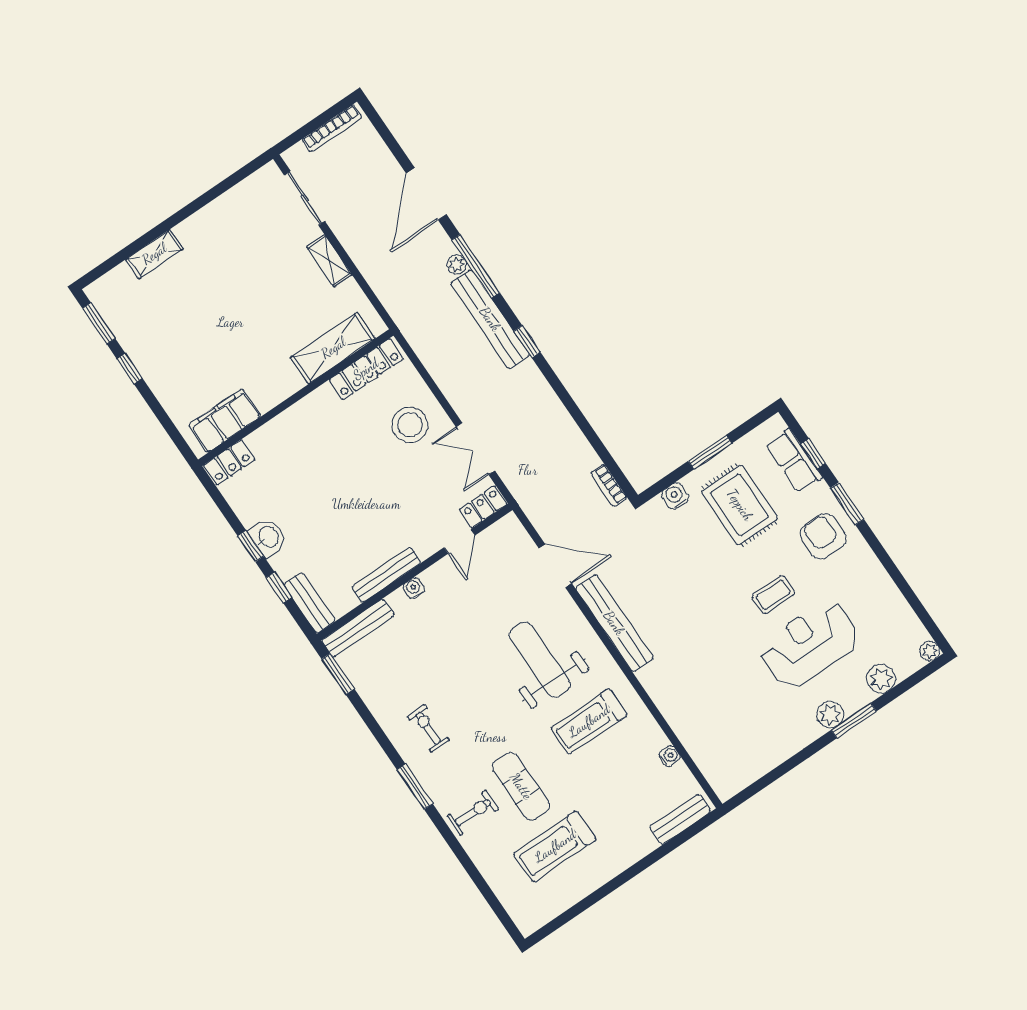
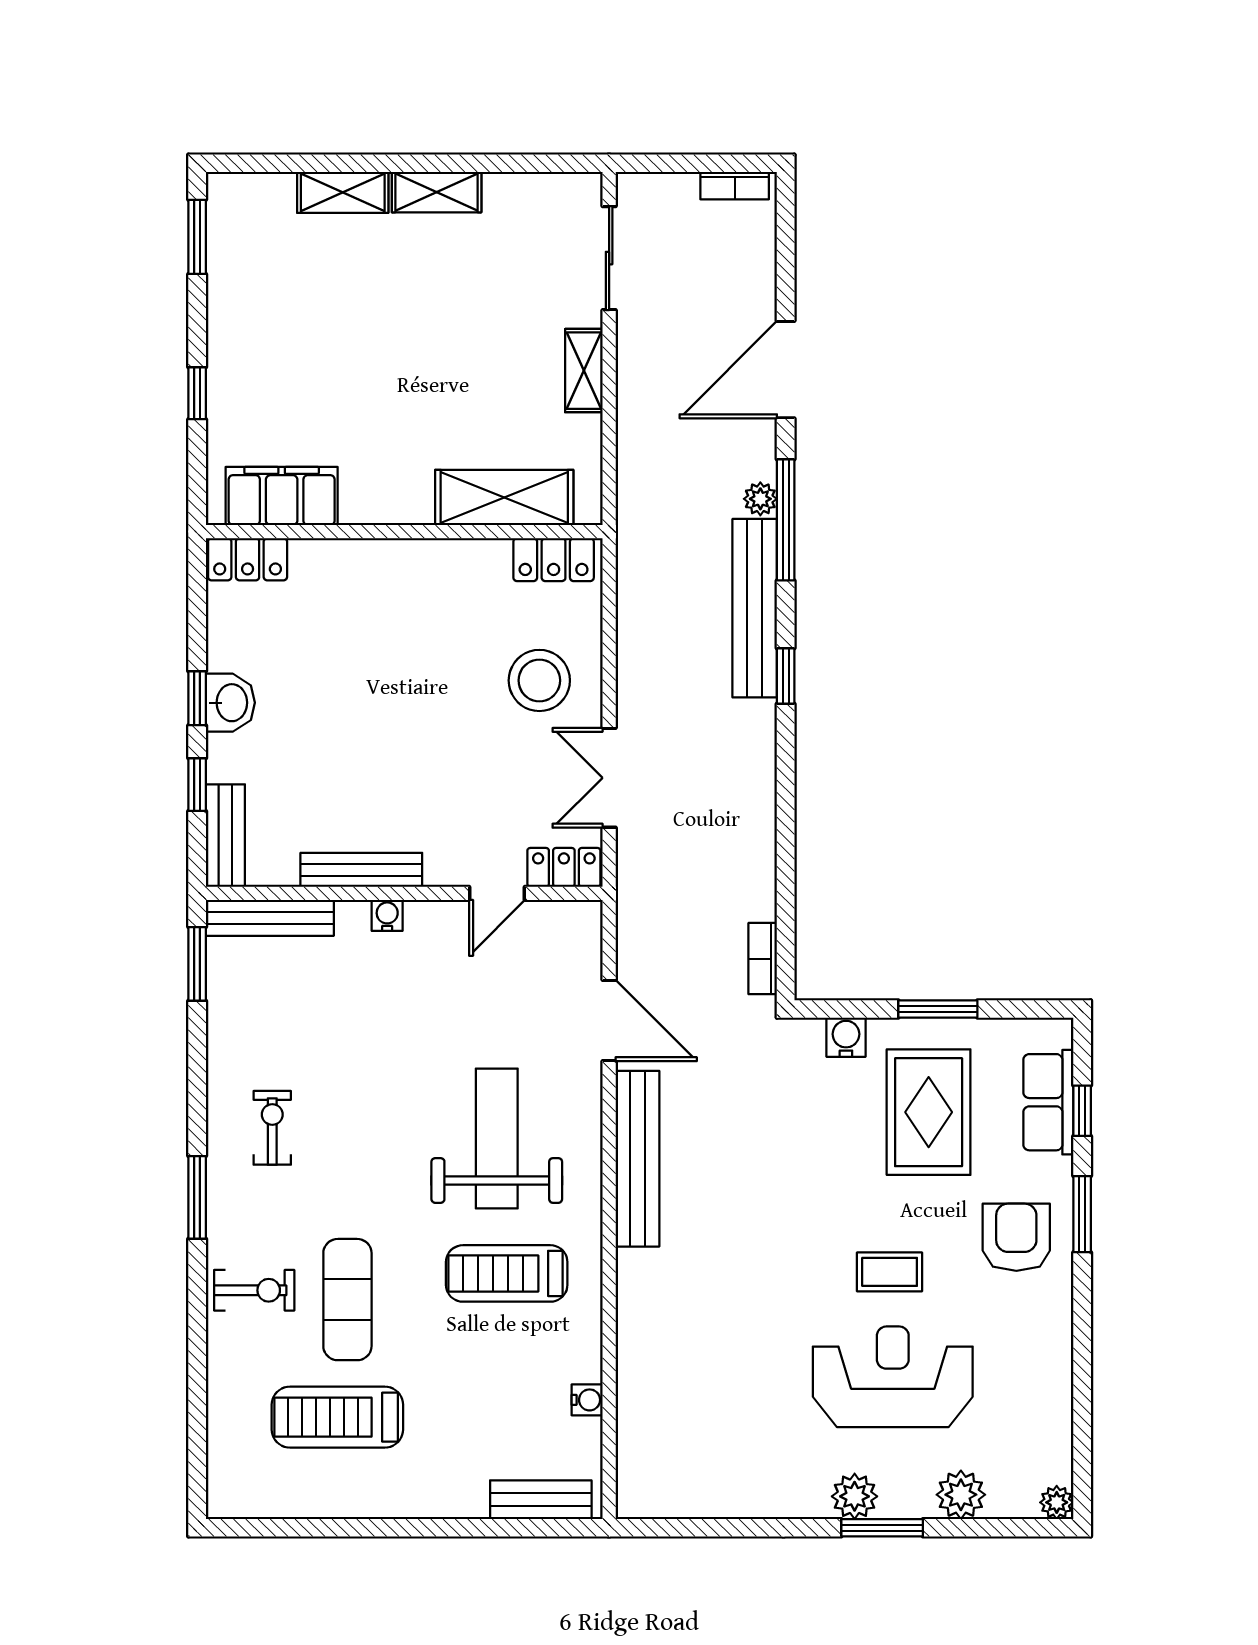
bookcase: (332, 128) -> (735, 186), width x0.64
shelving: (200, 223) -> (437, 192), added
window: (130, 369) -> (197, 393), moved
locker: (366, 369) -> (554, 560), width x0.66

